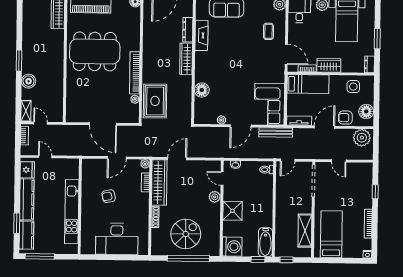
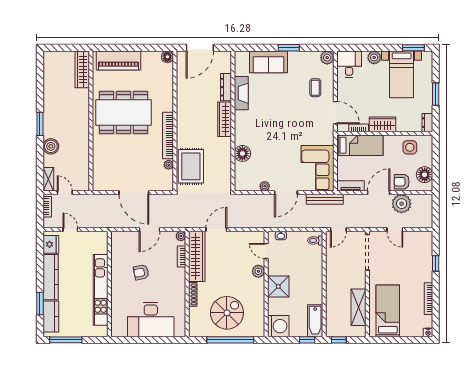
plant: (362, 138) -> (402, 204), moved

